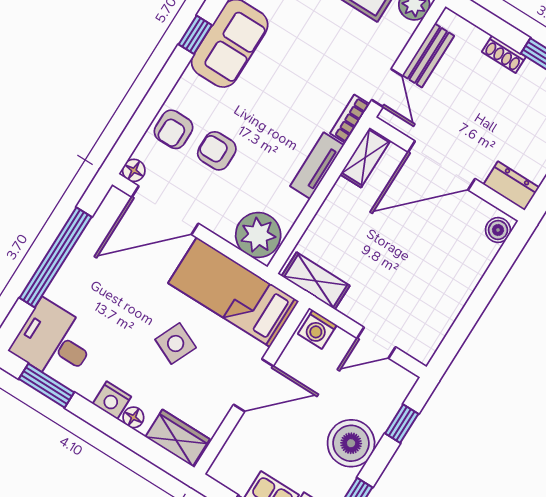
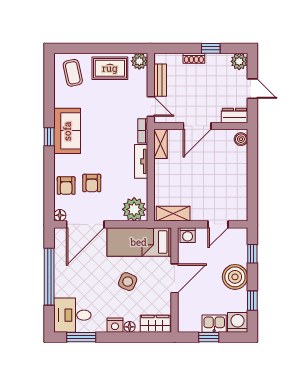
armchair: (217, 151) -> (92, 183), turned -90
door: (442, 165) -> (197, 126), width x0.73

